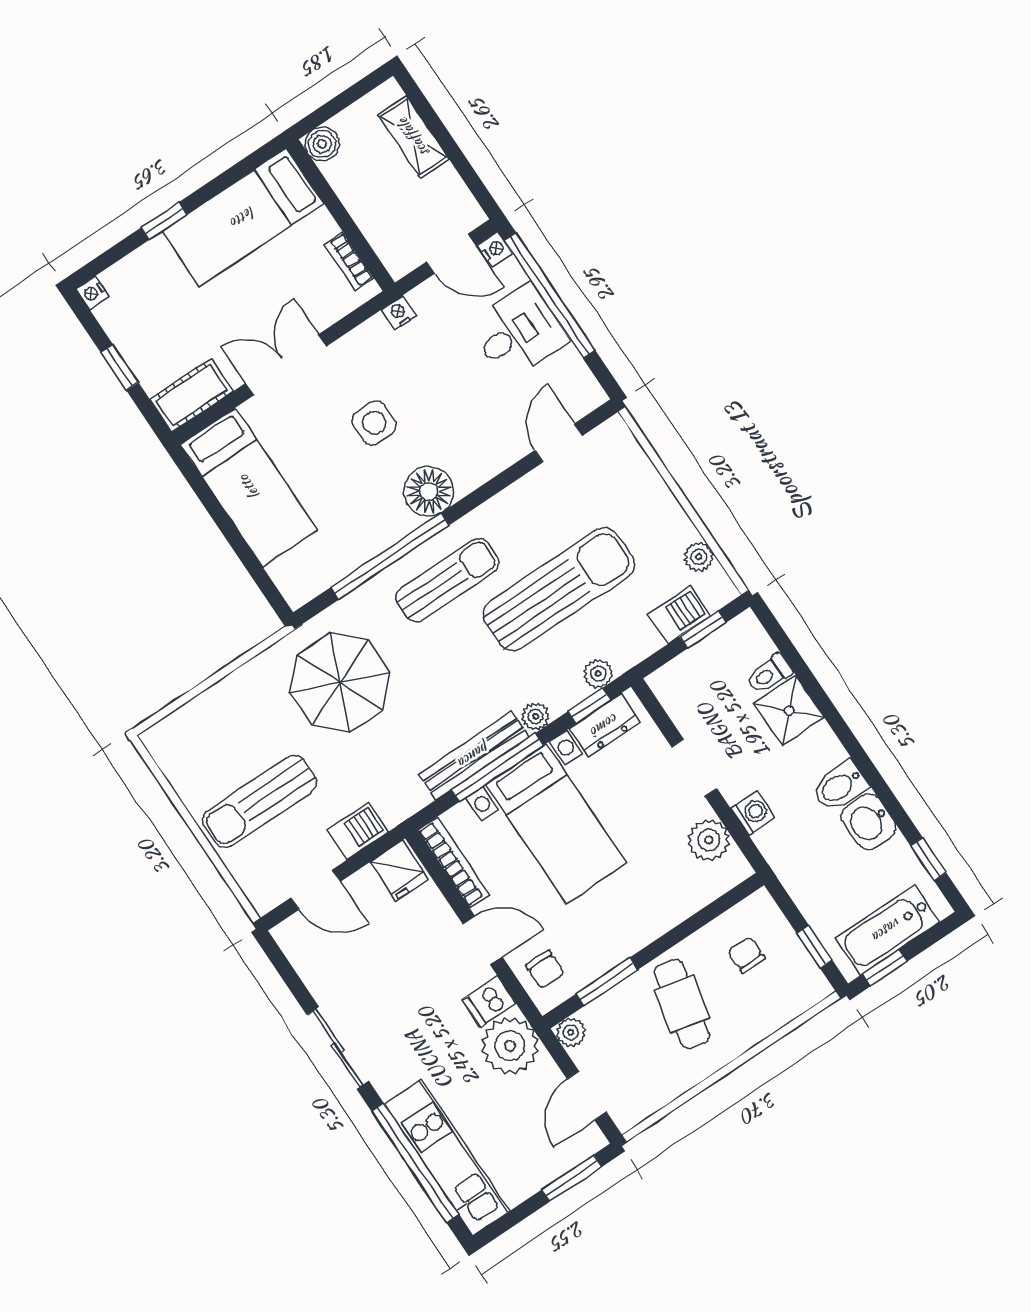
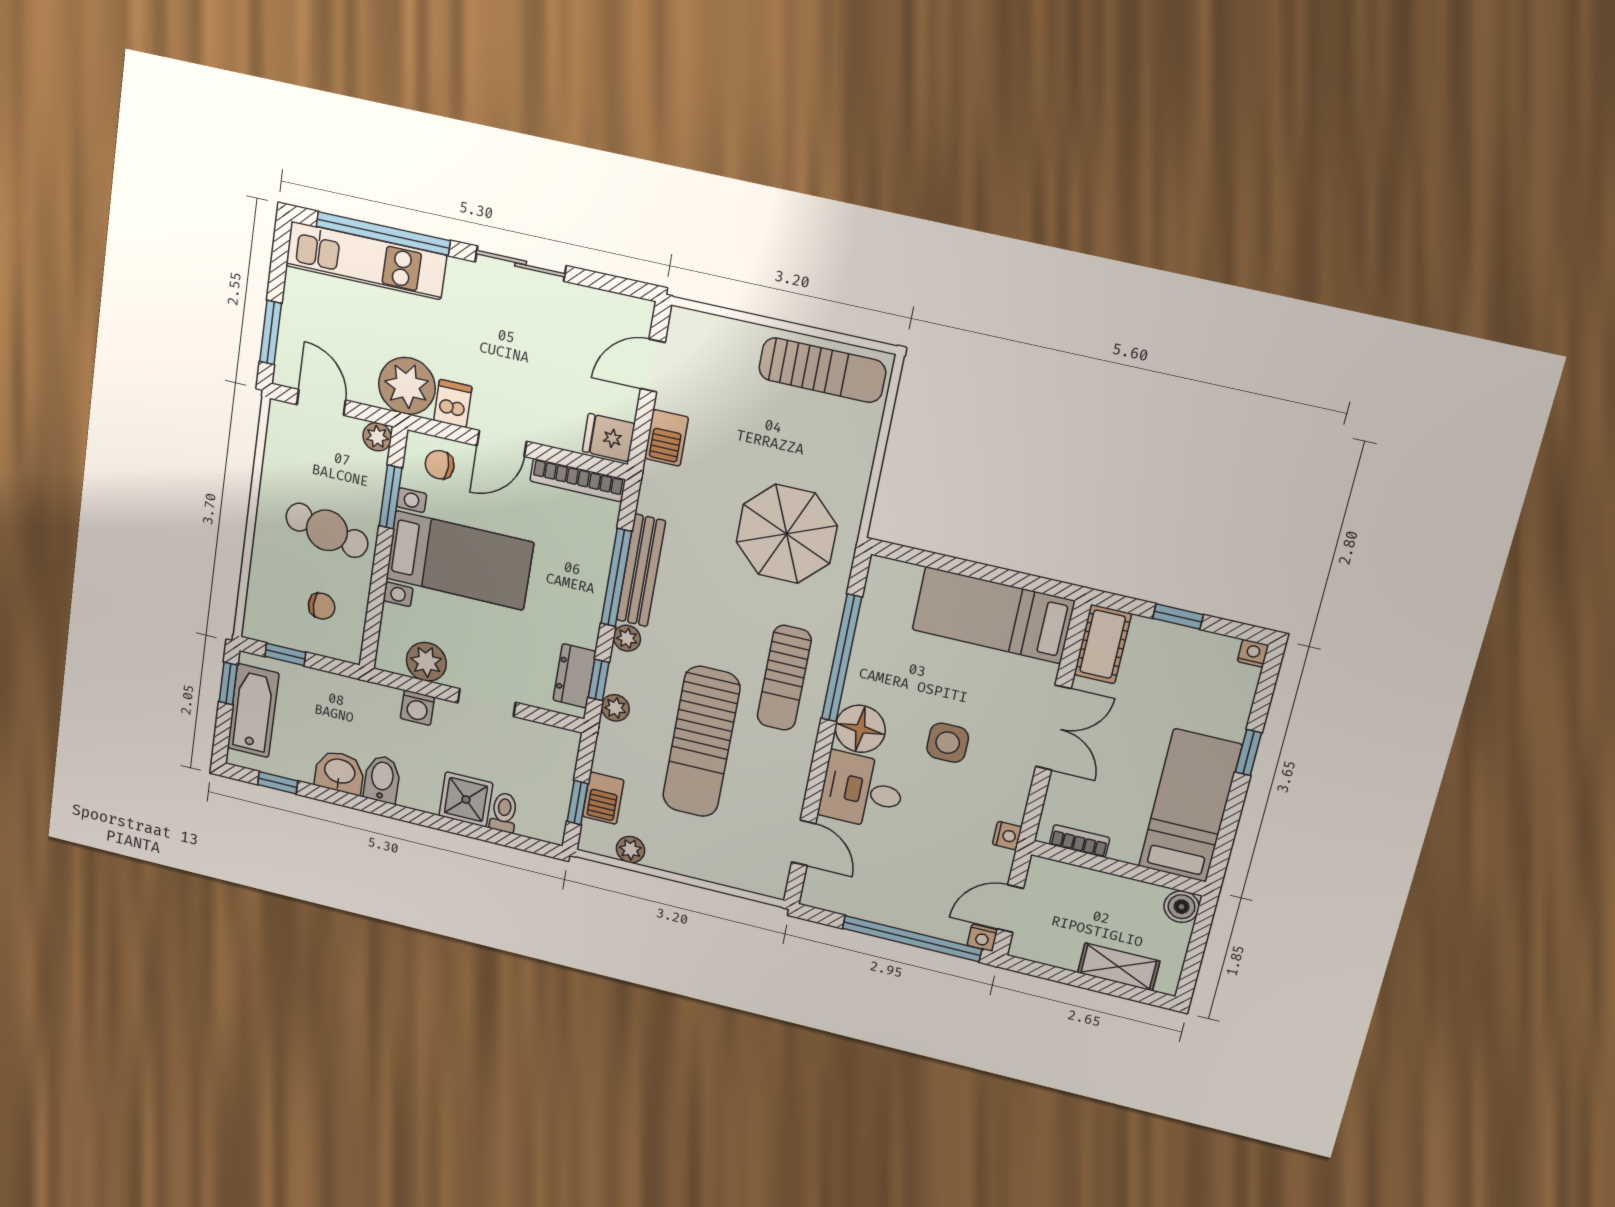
desk: (518, 332) -> (862, 791), moved, turned 90
sun lounger: (259, 801) -> (822, 370), moved, turned 90
bed with nightstands: (556, 824) -> (460, 560), moved, turned 180

